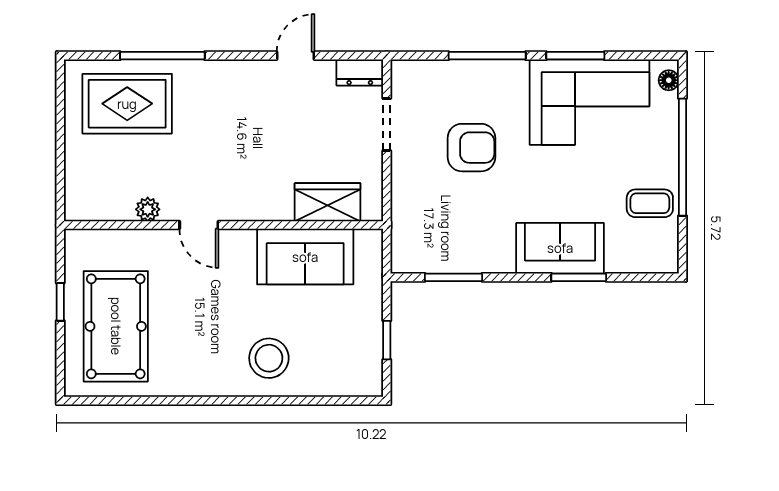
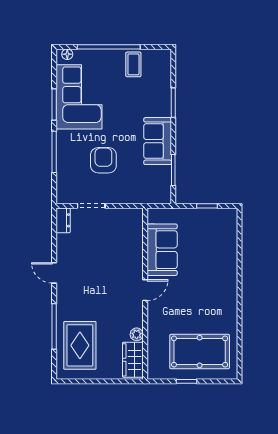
door: (296, 56) -> (54, 273), moved
wardrobe: (328, 202) -> (133, 360), moved
door: (199, 225) -> (145, 290), moved
sofa: (560, 248) -> (158, 141), moved
stool: (269, 358) -> (217, 269), removed

